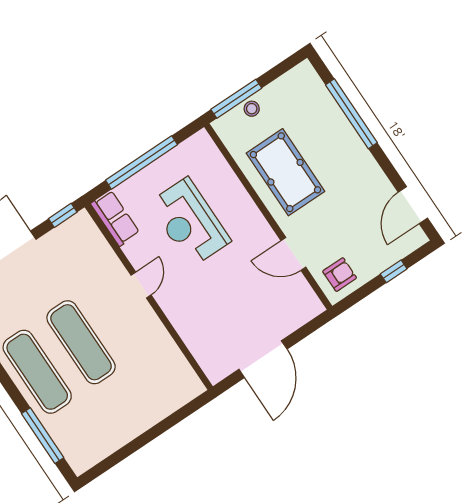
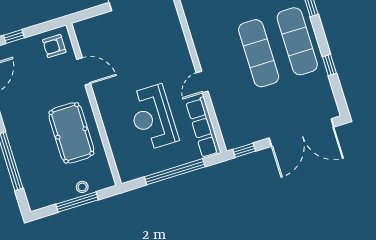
window: (236, 99) -> (77, 202), moved
row of seats: (115, 218) -> (204, 127), width x1.48
reception desk: (190, 222) -> (153, 117), turned 180

